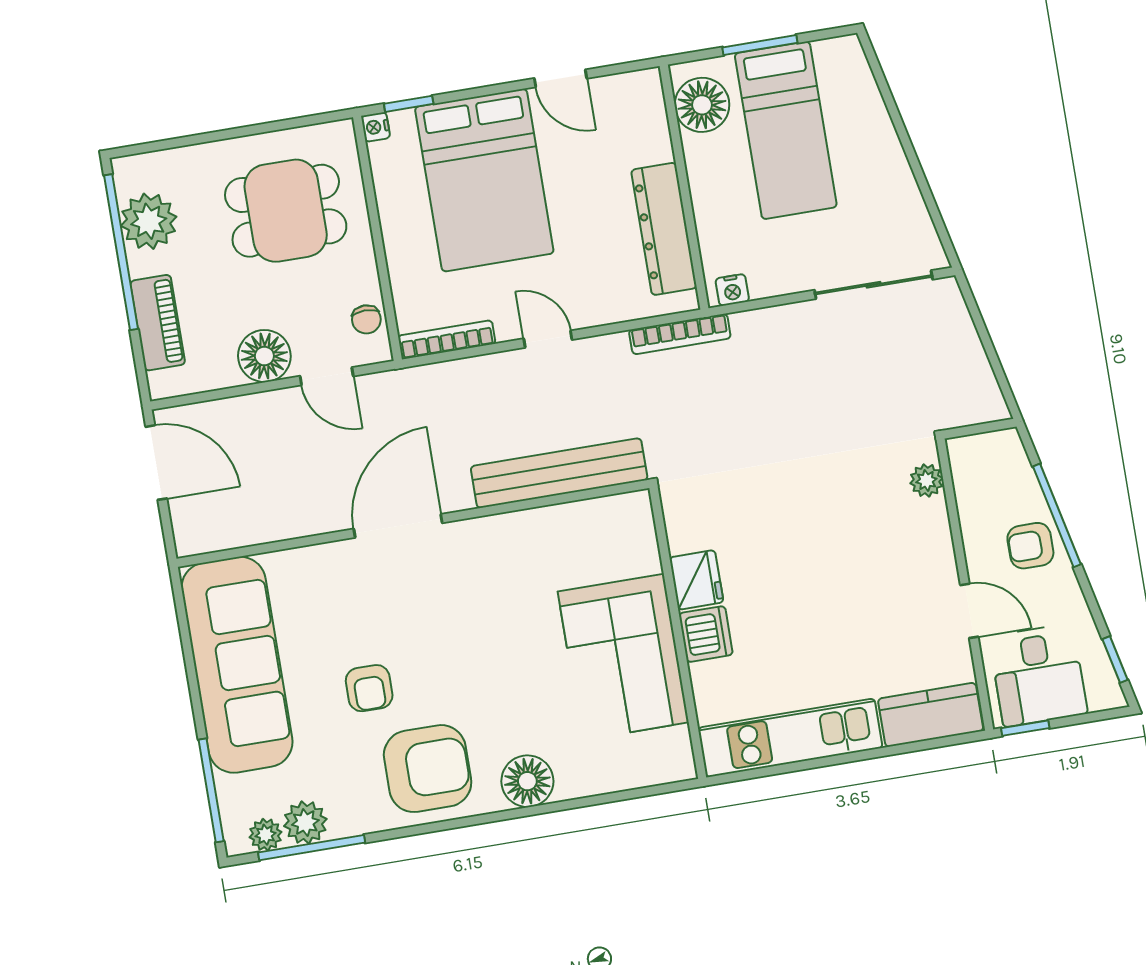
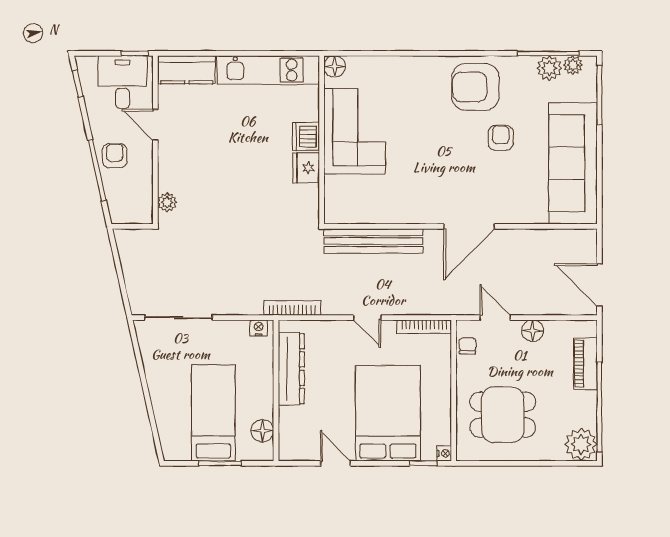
floor lamp: (702, 105) -> (262, 431), width x0.73, depth x0.73
plant: (149, 221) -> (581, 444), moved
floor lamp: (264, 356) -> (532, 331), width x0.73, depth x0.73
armchair: (1030, 546) -> (115, 156), turned -90
floor lamp: (527, 781) -> (335, 66), moved, width x0.73, depth x0.73

